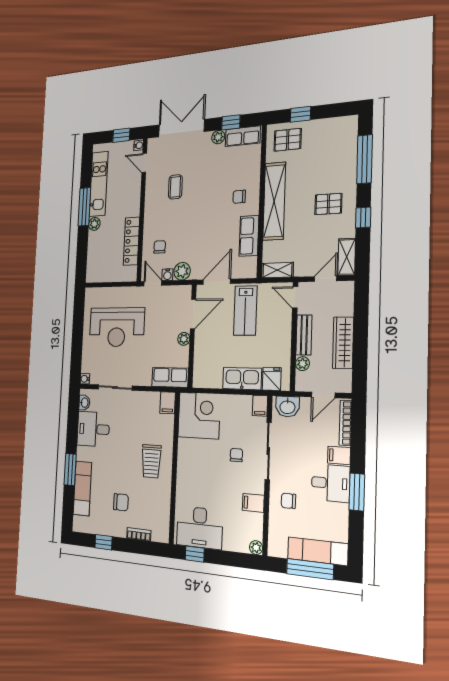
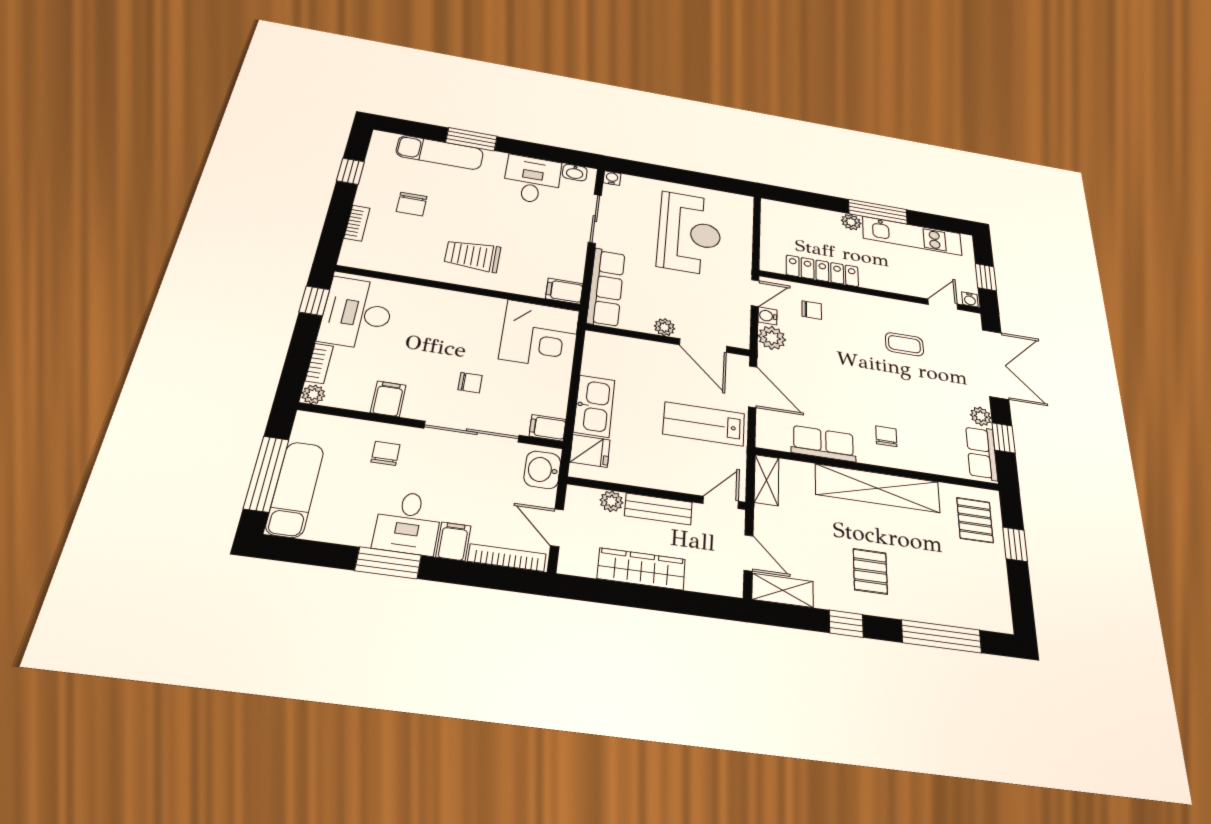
reception desk: (117, 327) -> (690, 233), turned 180
row of seats: (170, 377) -> (606, 287), width x1.48
bookcase: (236, 546) -> (319, 363), added

